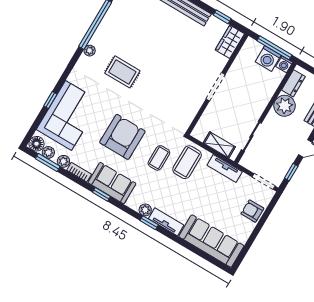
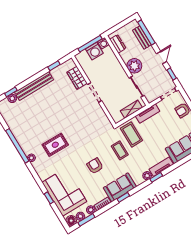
wardrobe: (230, 42) -> (77, 78), moved
plant: (285, 106) -> (134, 66), moved
armchair: (122, 137) -> (95, 166), width x0.53, depth x0.53

